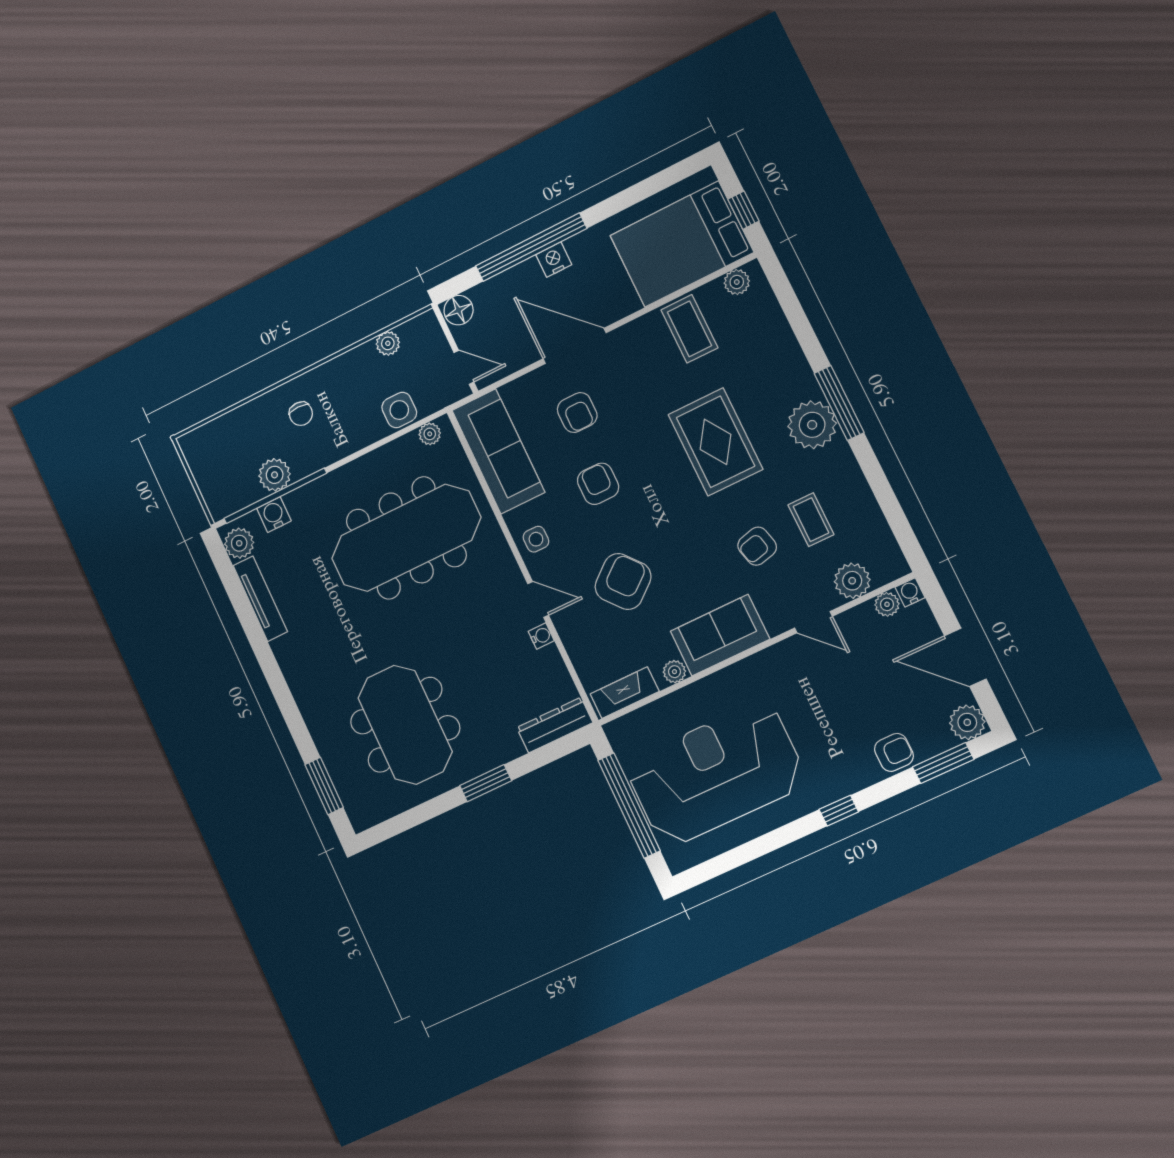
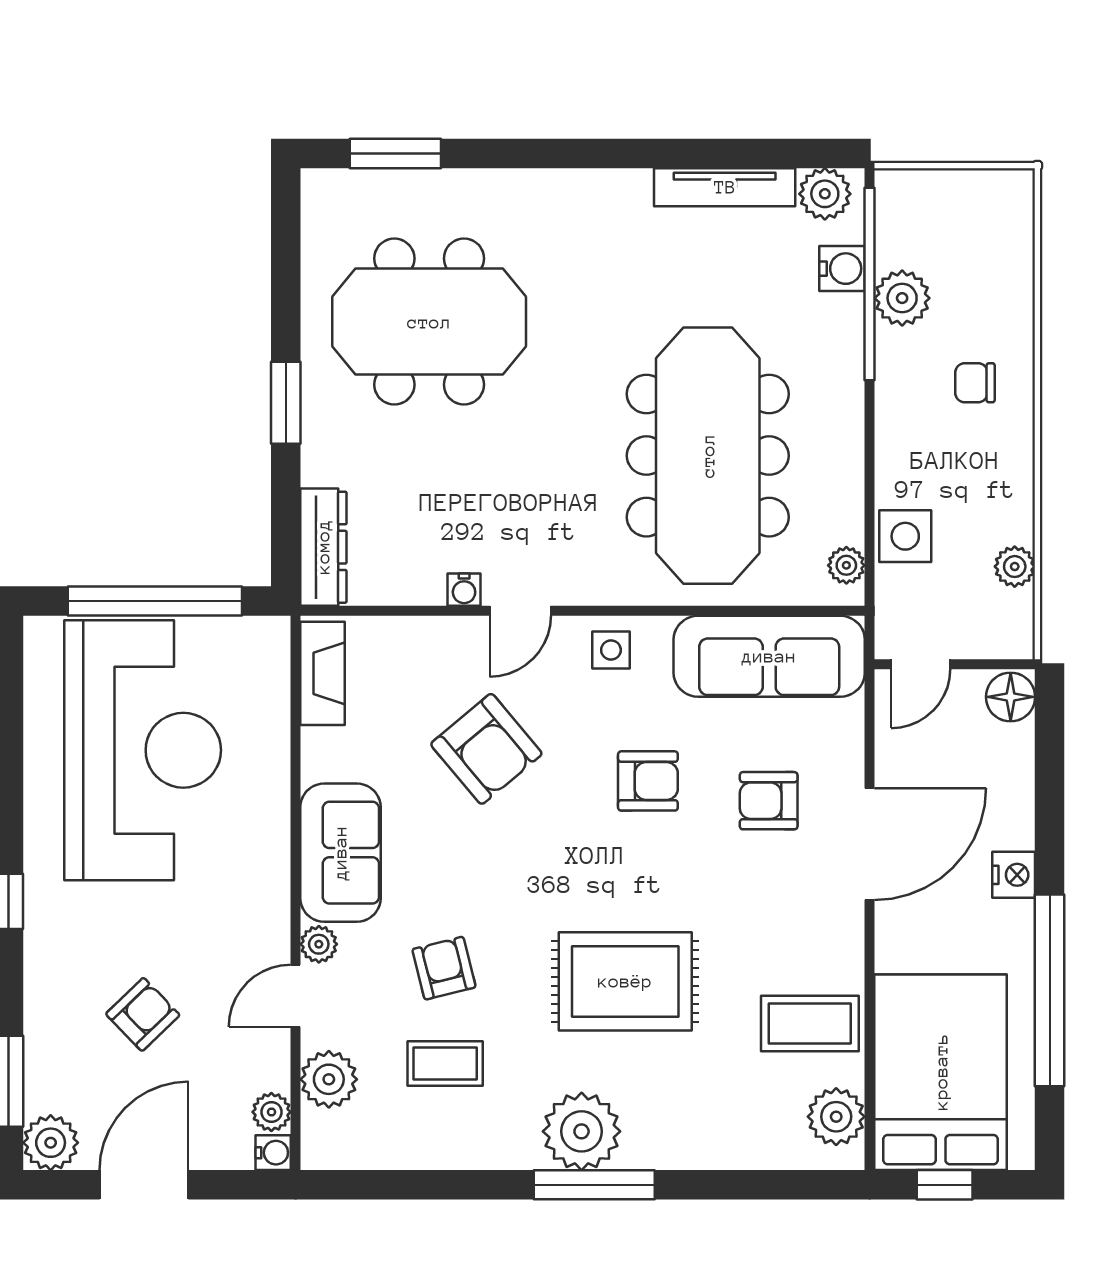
window: (531, 247) -> (1050, 990), moved
plant: (737, 282) -> (836, 1117), width x1.38, depth x1.38
plant: (674, 672) -> (319, 944), moved
armchair: (894, 752) -> (143, 1014), moved, turned -134

